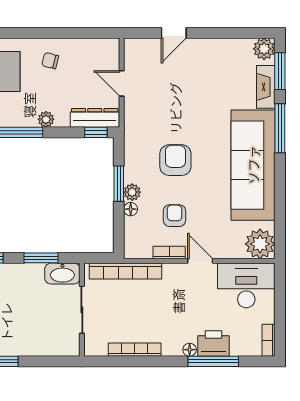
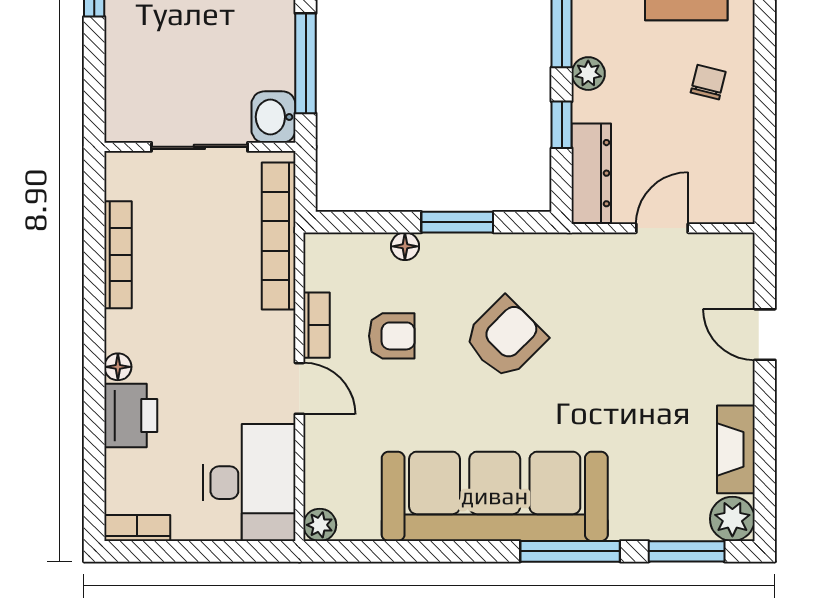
fireplace: (266, 87) -> (736, 449), moved, turned -90
window: (96, 132) -> (562, 125), moved
armchair: (175, 160) -> (505, 338), turned -45
plant: (132, 192) -> (440, 250), removed
plant: (260, 244) -> (320, 525), width x0.53, depth x0.53
window: (41, 258) -> (306, 63), width x1.44
door: (200, 261) -> (299, 388), hinge flipped
washbasin: (62, 274) -> (273, 117), width x0.72
window: (213, 361) -> (94, 415), removed

